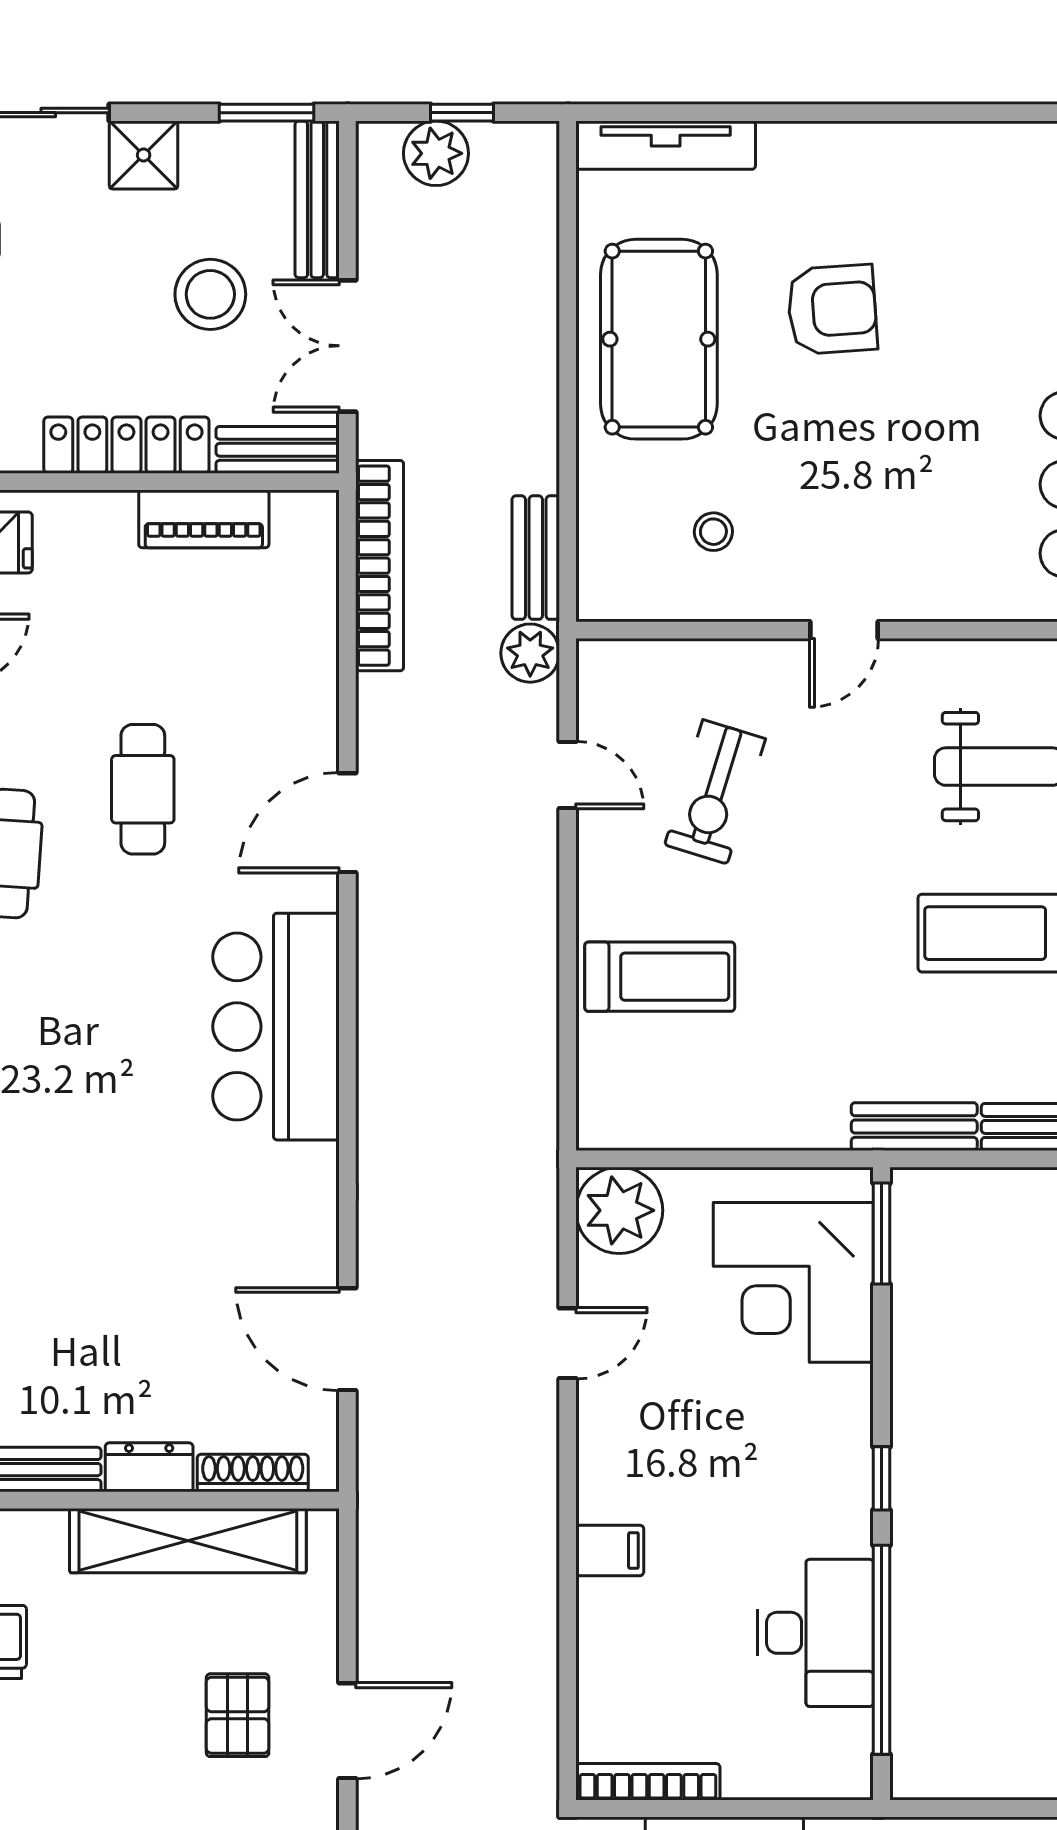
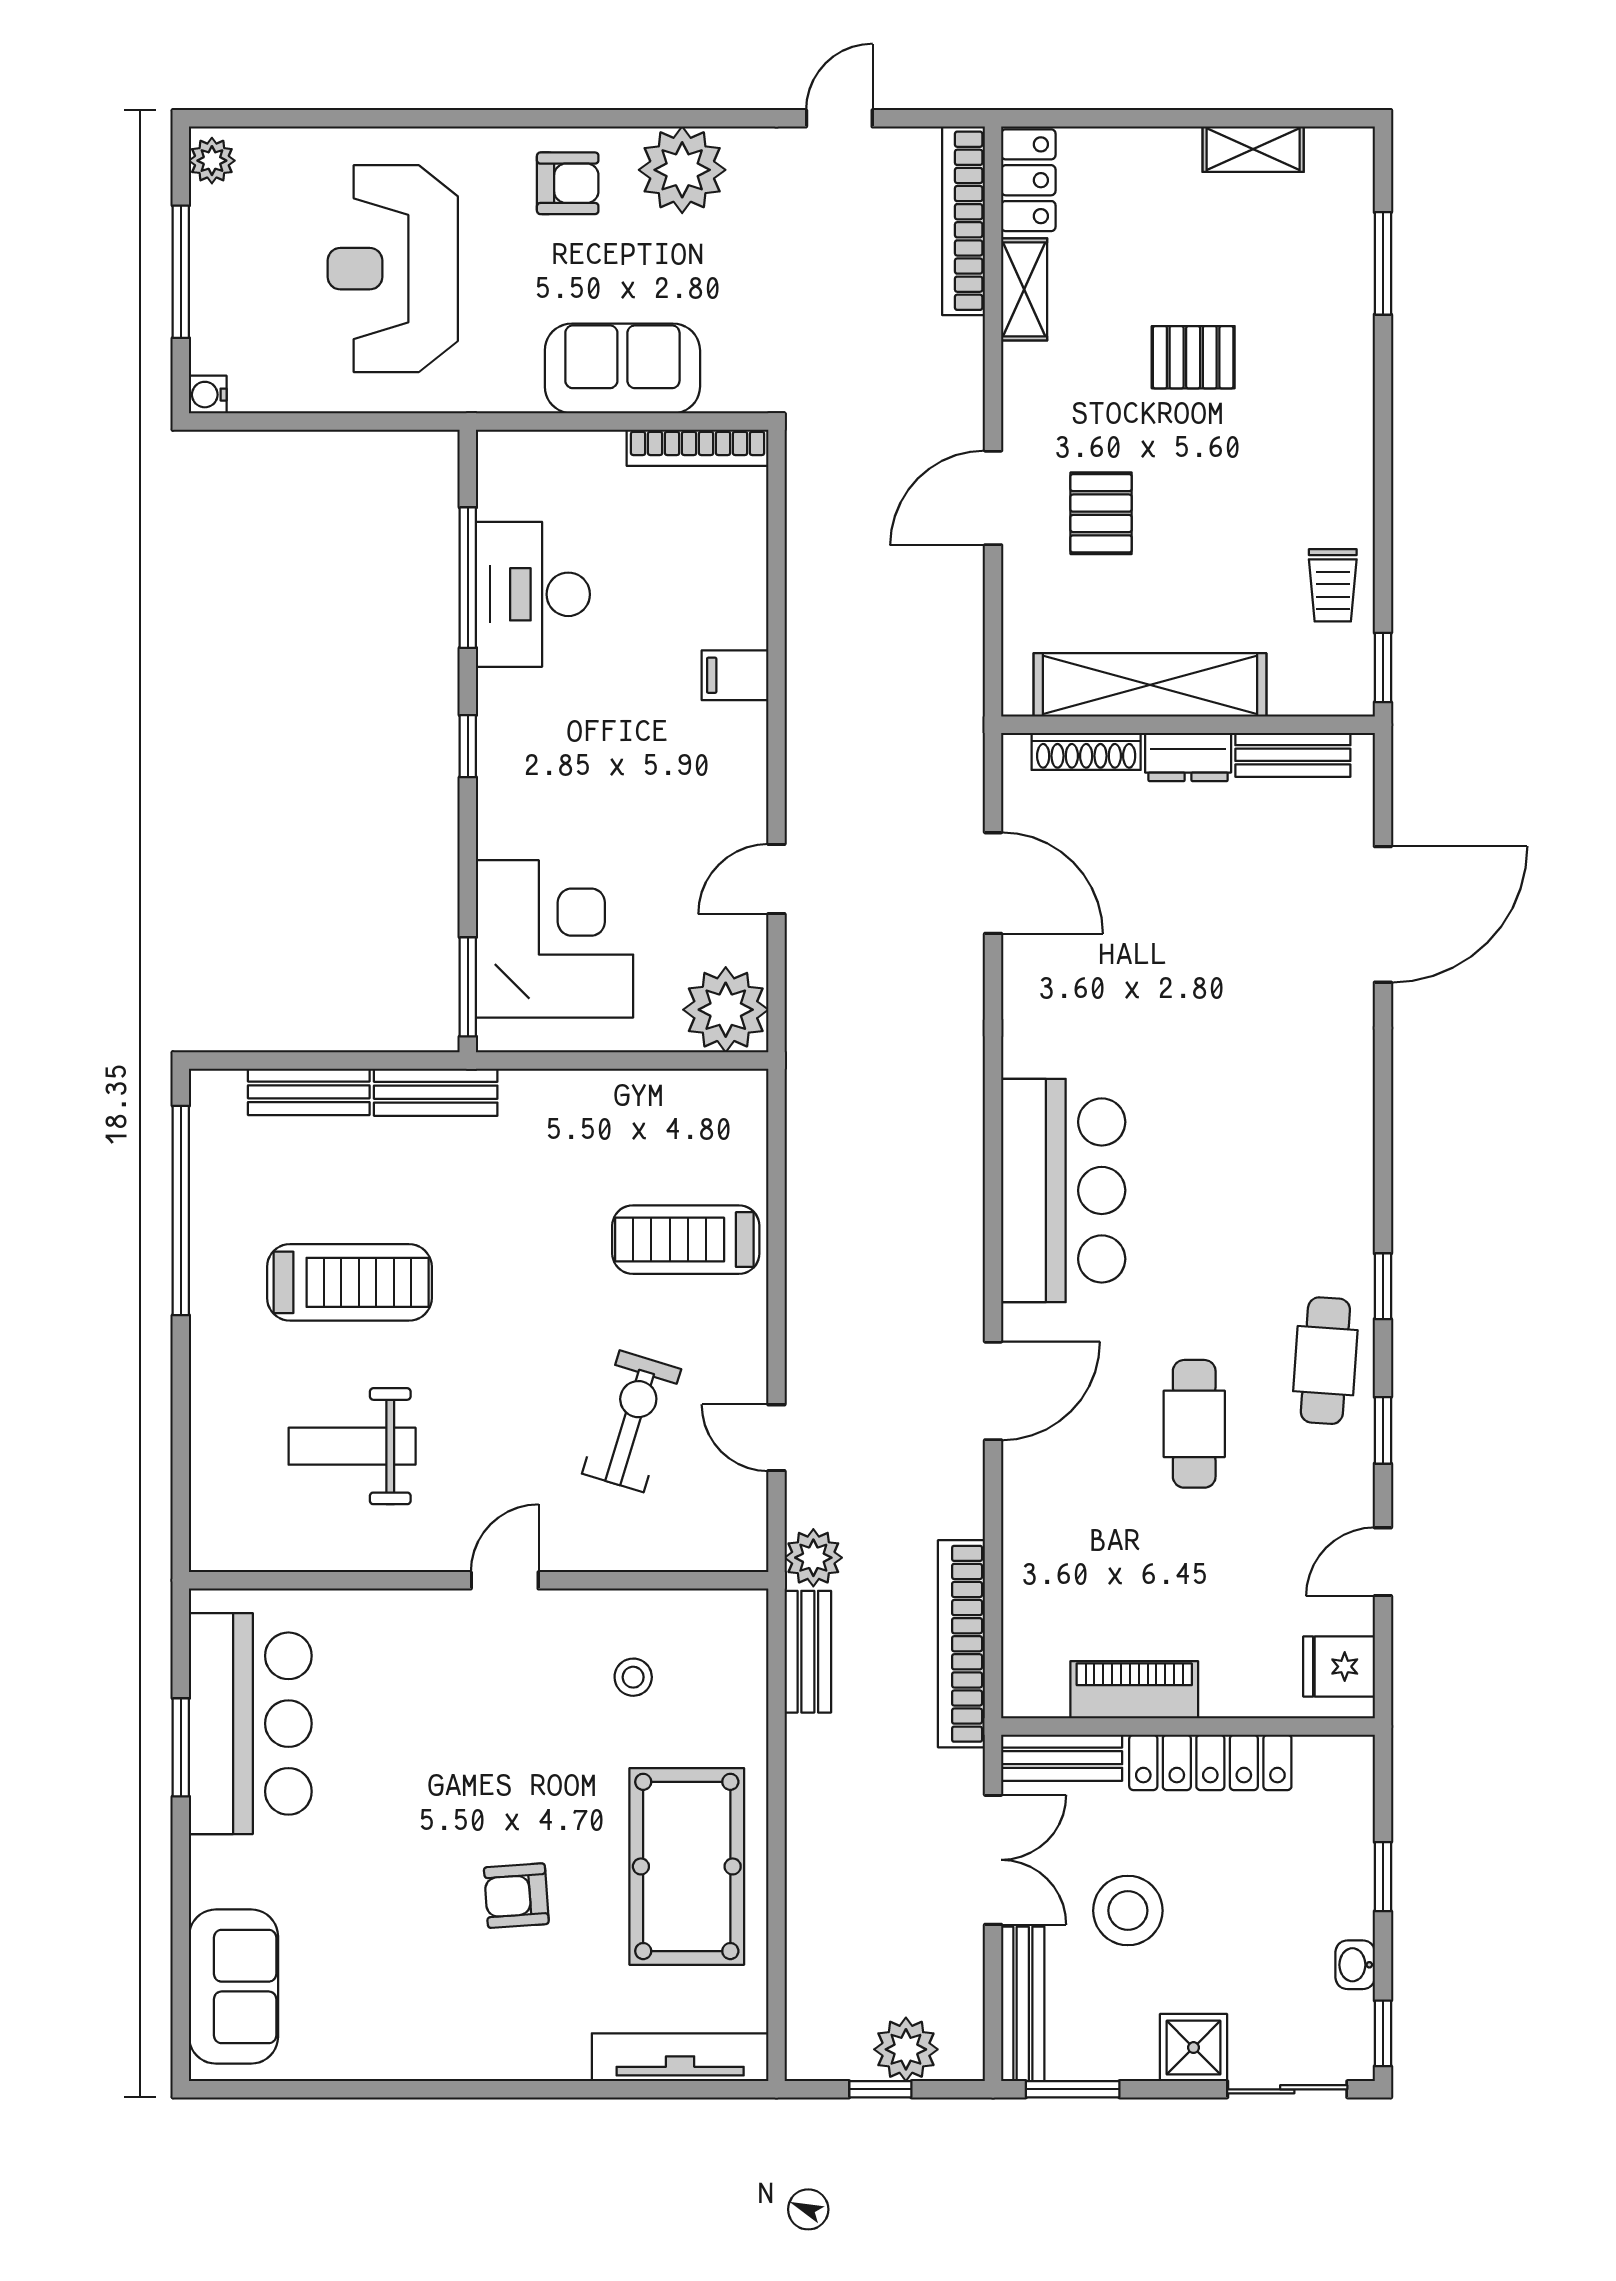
armchair: (832, 310) -> (516, 1896), width x0.72, depth x0.72
window: (882, 1650) -> (468, 578), width x0.68

